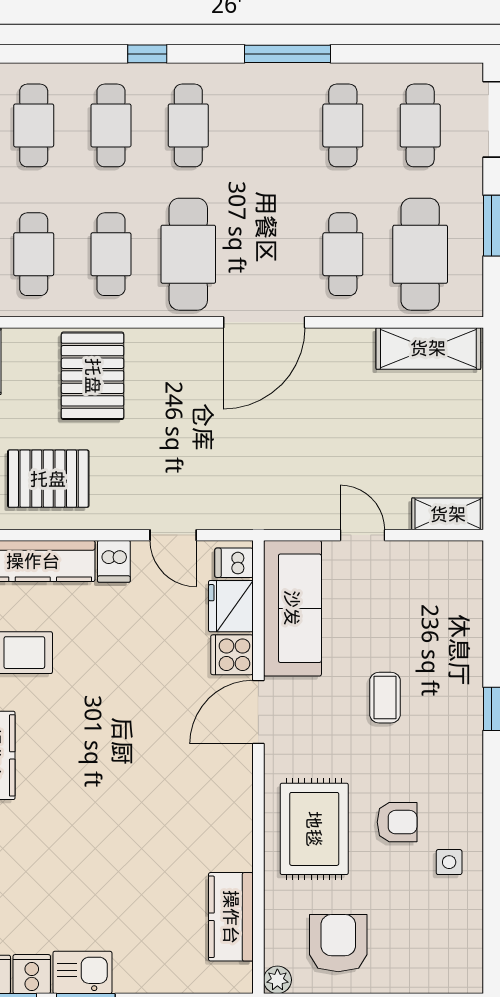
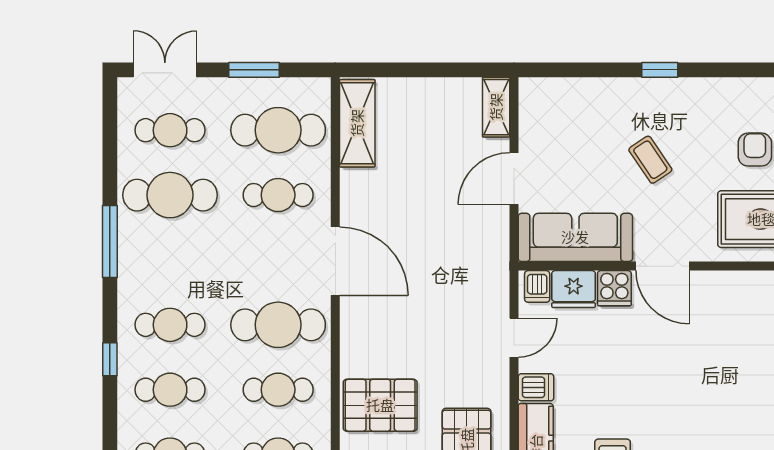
cafe table: (343, 125) -> (170, 195), width x1.37, depth x1.35
door: (362, 535) -> (514, 179), width x1.38
coffee table: (385, 698) -> (650, 160), turned 56

